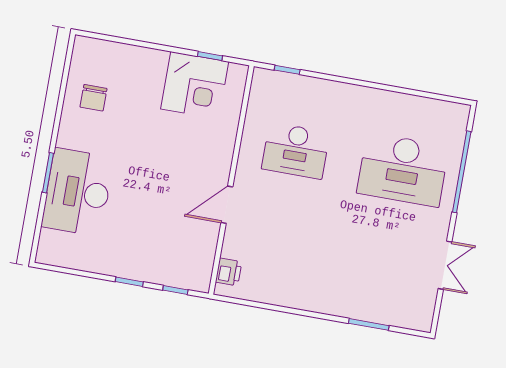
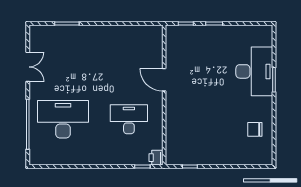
corner desk: (195, 85) -> (196, 147), removed
chair: (93, 98) -> (255, 129), turned -90
door: (227, 205) -> (164, 80), swing flipped
double door: (445, 265) -> (28, 67), swing flipped
printer: (229, 272) -> (156, 158), moved

